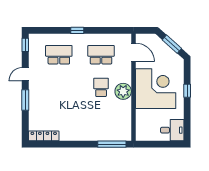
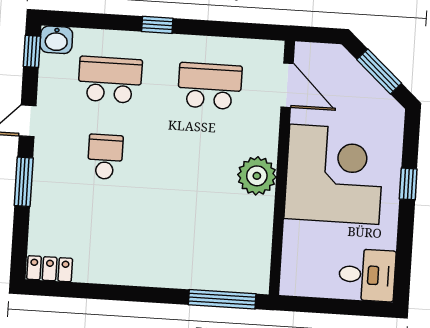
washbasin: (35, 39) -> (56, 40), added
school desk: (101, 87) -> (105, 157), moved
locker: (44, 136) -> (50, 269), width x0.66

